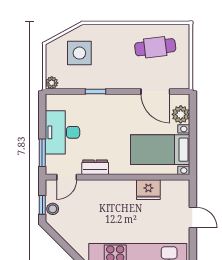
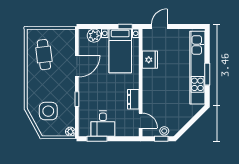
door: (155, 91) -> (77, 66), moved
desk: (62, 132) -> (103, 124), width x0.73
window: (42, 153) -> (97, 139), moved
window: (193, 156) -> (125, 27), added
door: (193, 217) -> (159, 27), moved

